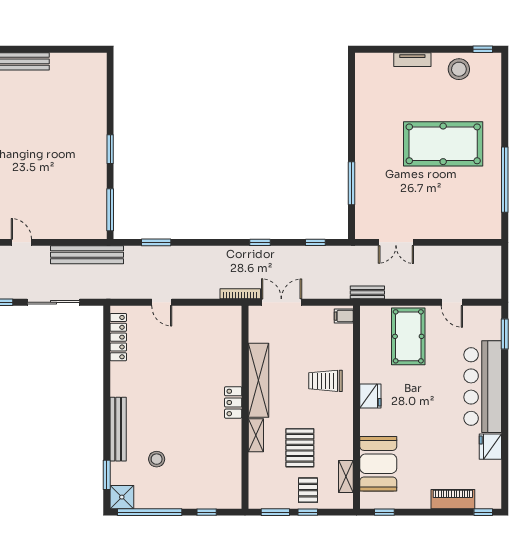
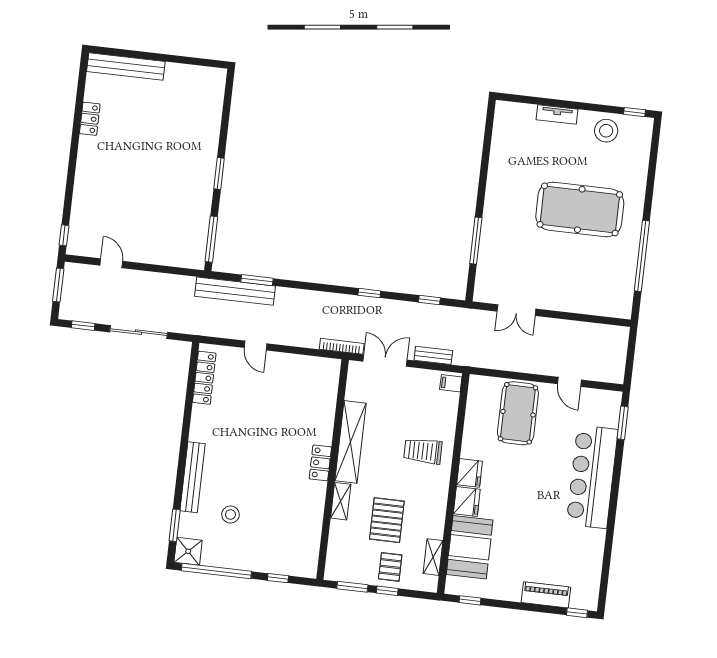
bench: (87, 255) -> (235, 291), moved
bench: (367, 292) -> (433, 355), moved
fridge: (490, 447) -> (467, 501), moved, turned 180

